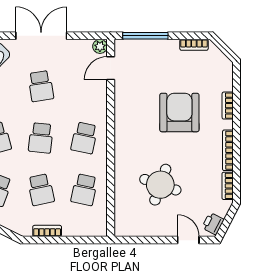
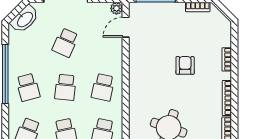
school desk: (41, 86) -> (65, 43), turned 33
armchair: (179, 113) -> (185, 65), width x0.53, depth x0.53

